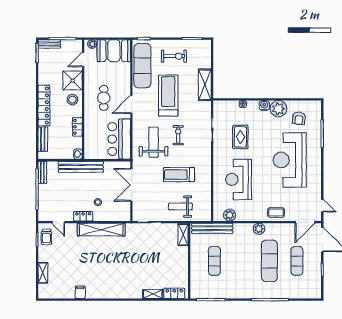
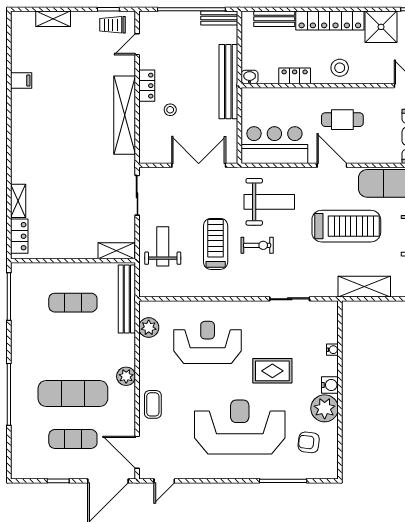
shower: (73, 81) -> (381, 27), moved
exercise bike: (178, 135) -> (257, 245), moved
rug: (240, 137) -> (272, 371), moved

